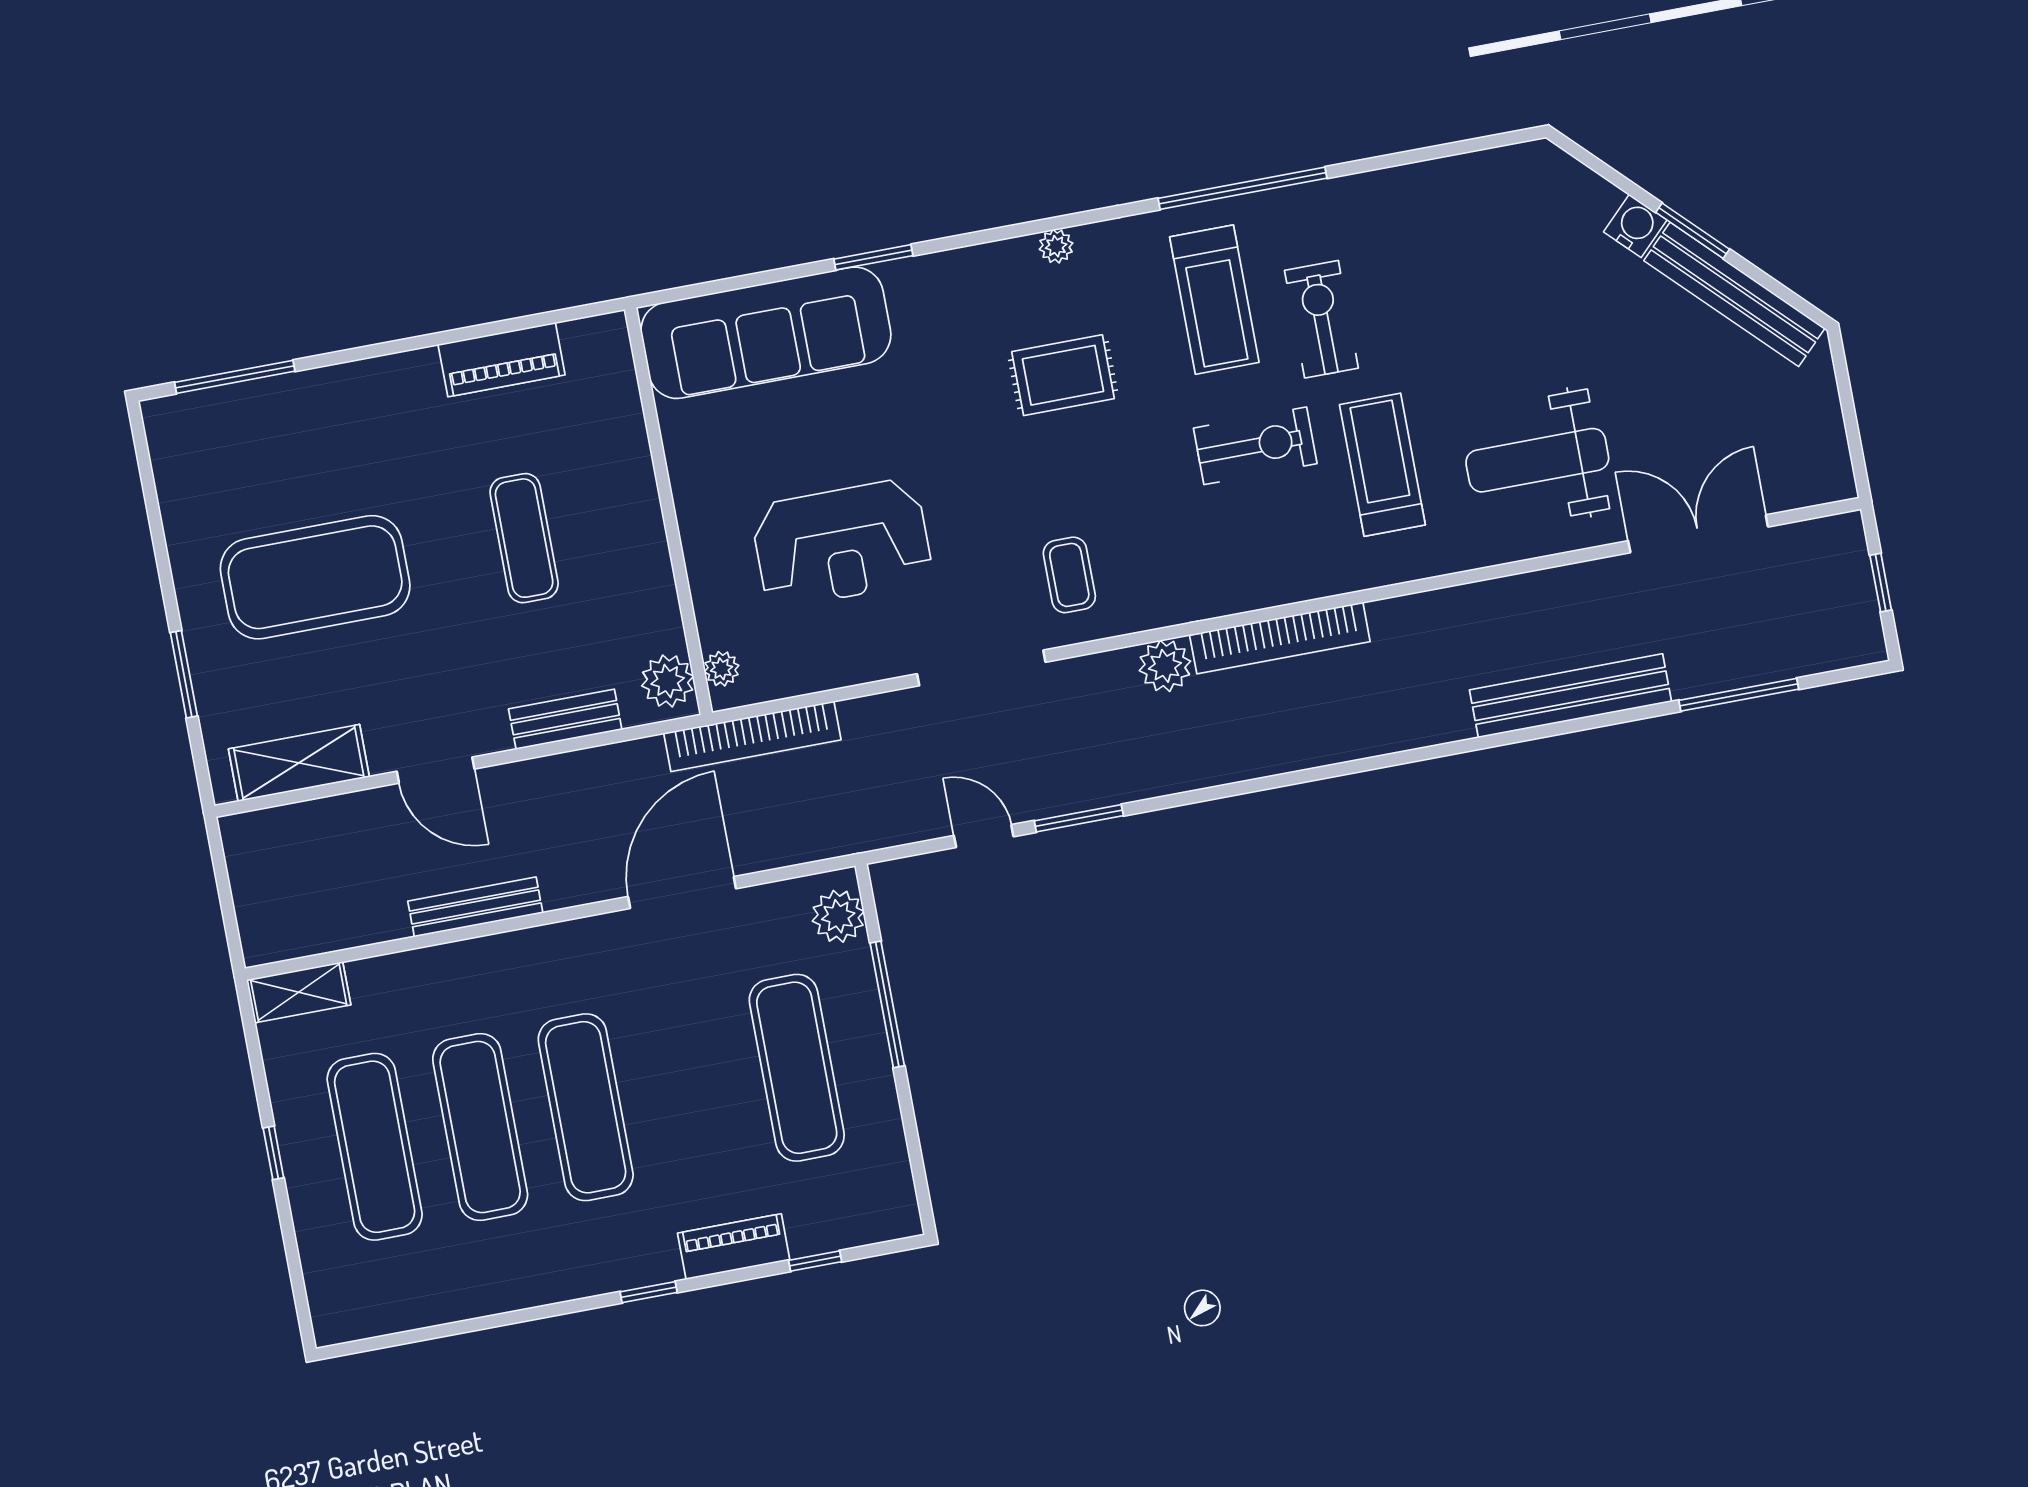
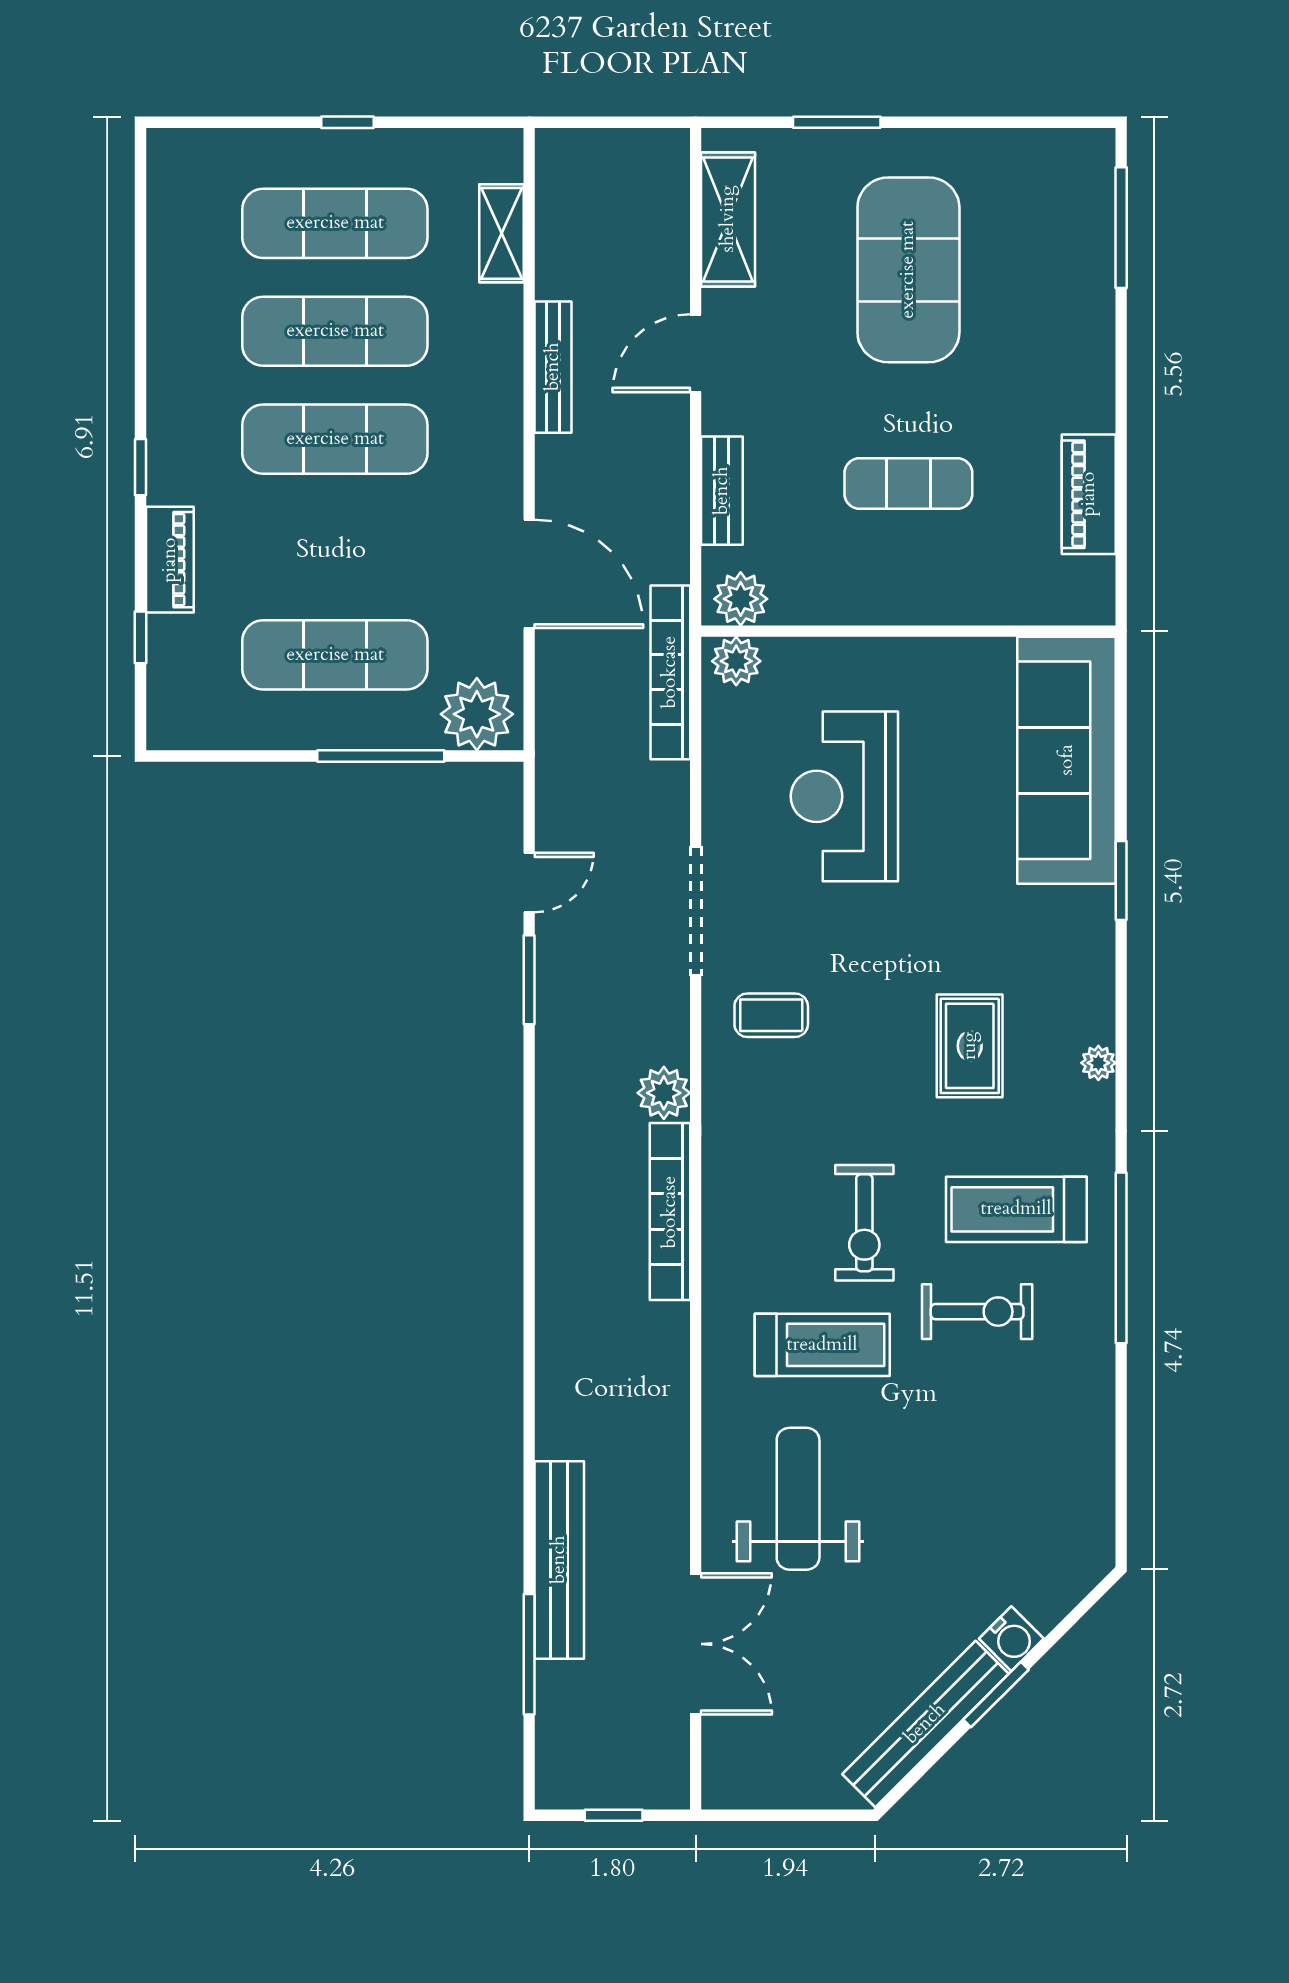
plant: (722, 669) -> (736, 661), width x1.38, depth x1.38
bench: (1570, 696) -> (559, 1560), moved
plant: (838, 916) -> (477, 714), width x1.36, depth x1.36
shelving: (299, 992) -> (501, 233), moved

